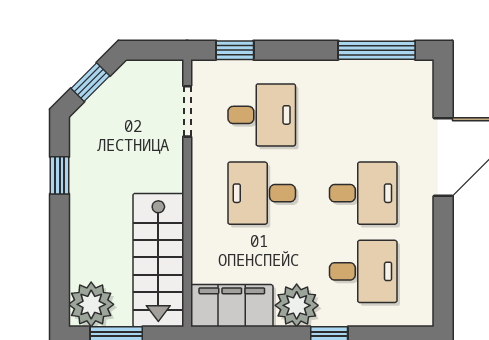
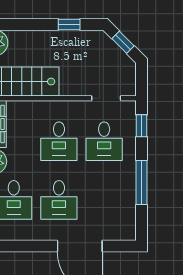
window: (377, 50) -> (141, 183), moved
desk: (262, 193) -> (59, 141), turned 180

